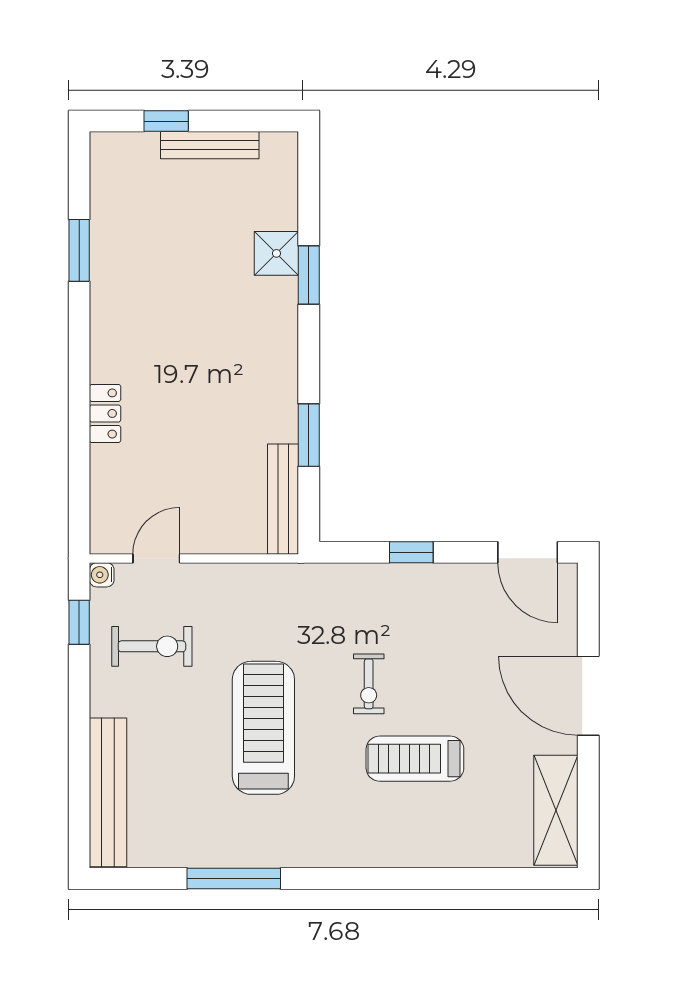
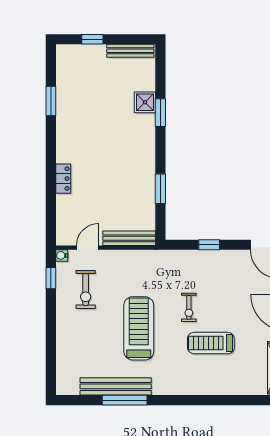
bench: (210, 145) -> (130, 51), moved
bench: (283, 499) -> (129, 238), moved, turned 90
exercise bike: (152, 646) -> (86, 290), turned 90
bench: (108, 792) -> (116, 386), moved, turned 90

